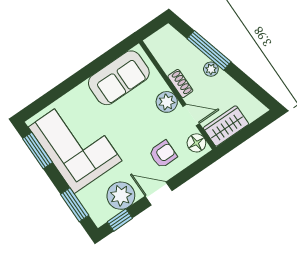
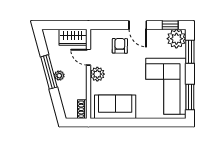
window: (209, 50) -> (49, 72), moved
shoe rack: (180, 83) -> (82, 109), moved
floor lamp: (196, 143) -> (96, 39), removed
armchair: (163, 154) -> (120, 46), turned 91
plant: (121, 196) -> (176, 39), moved

